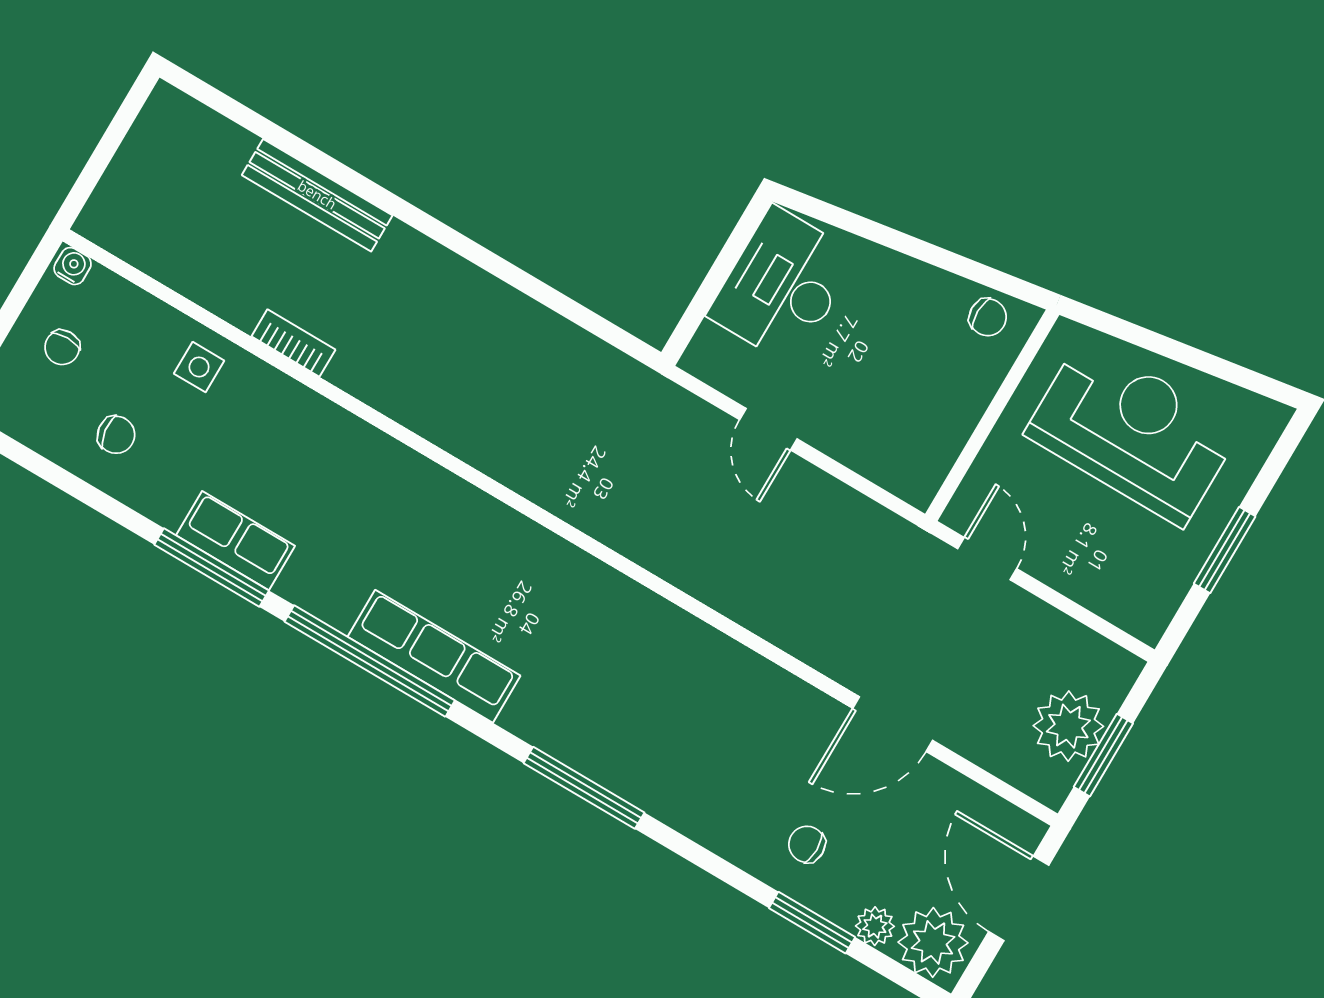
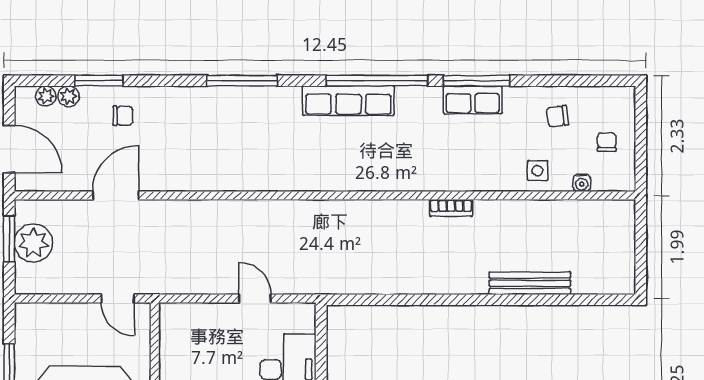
water cooler: (73, 266) -> (582, 183), moved
bookcase: (293, 343) -> (451, 208), moved
plant: (933, 942) -> (46, 96), width x0.53, depth x0.53

